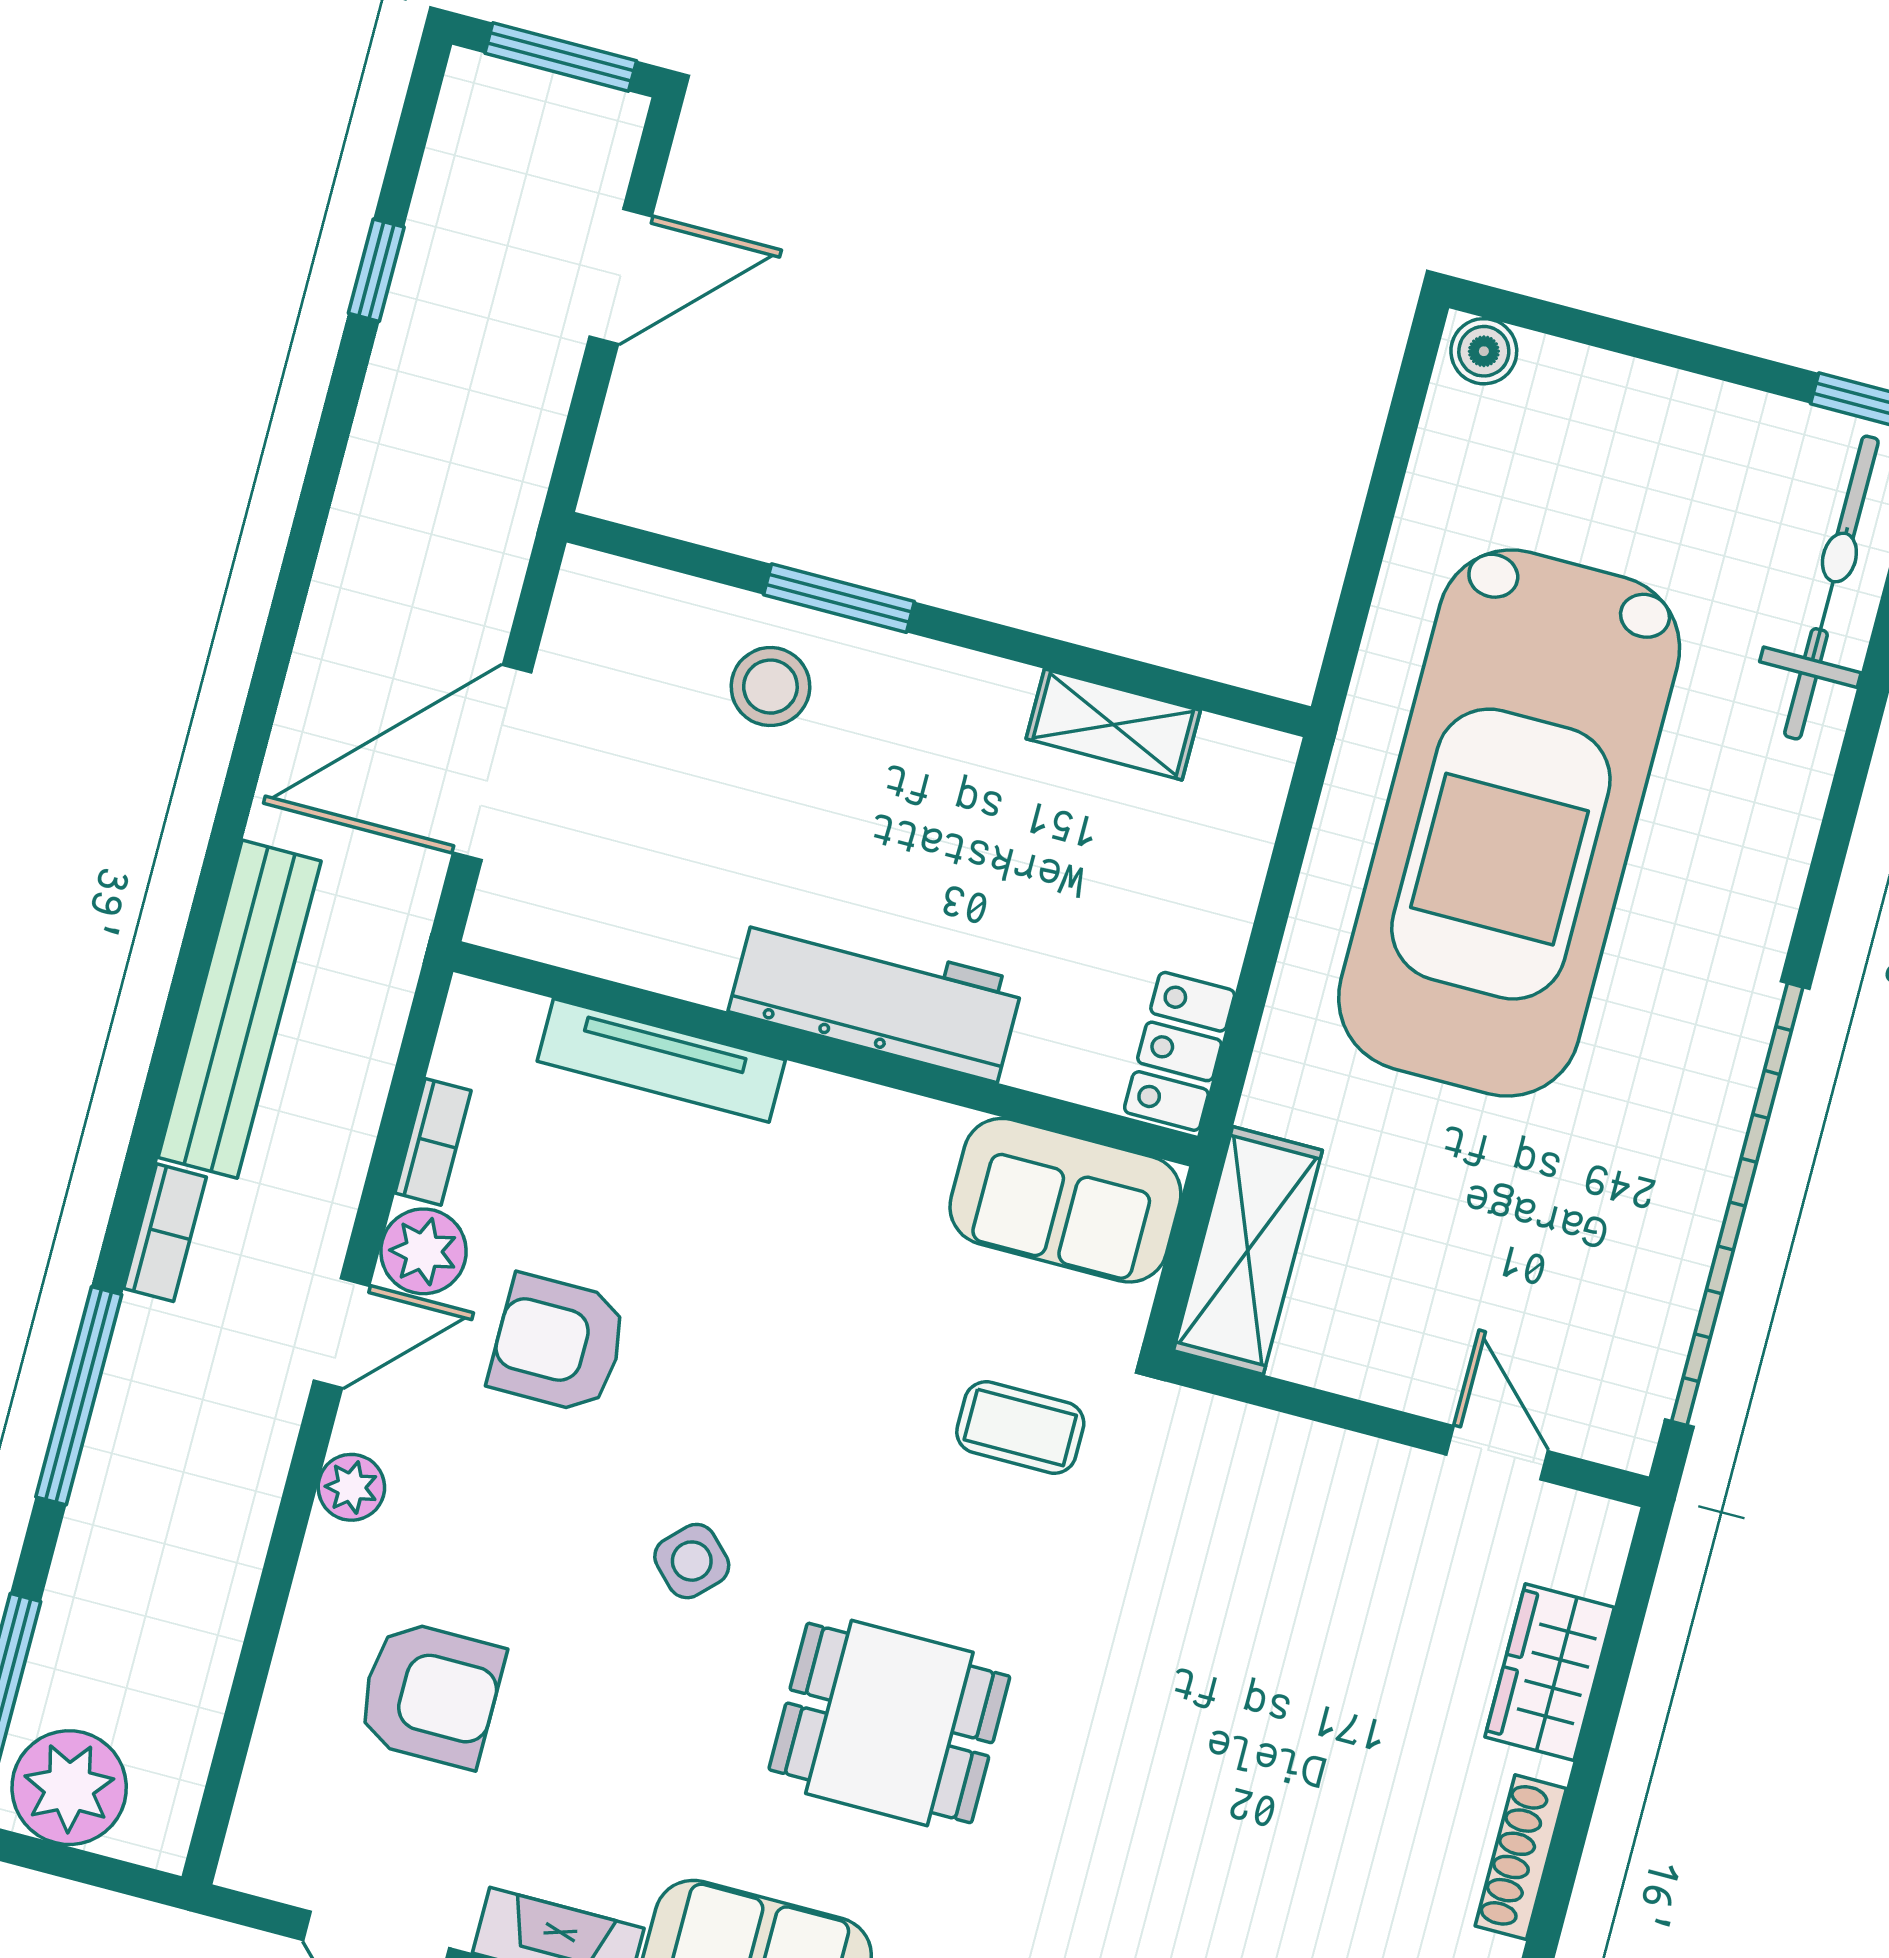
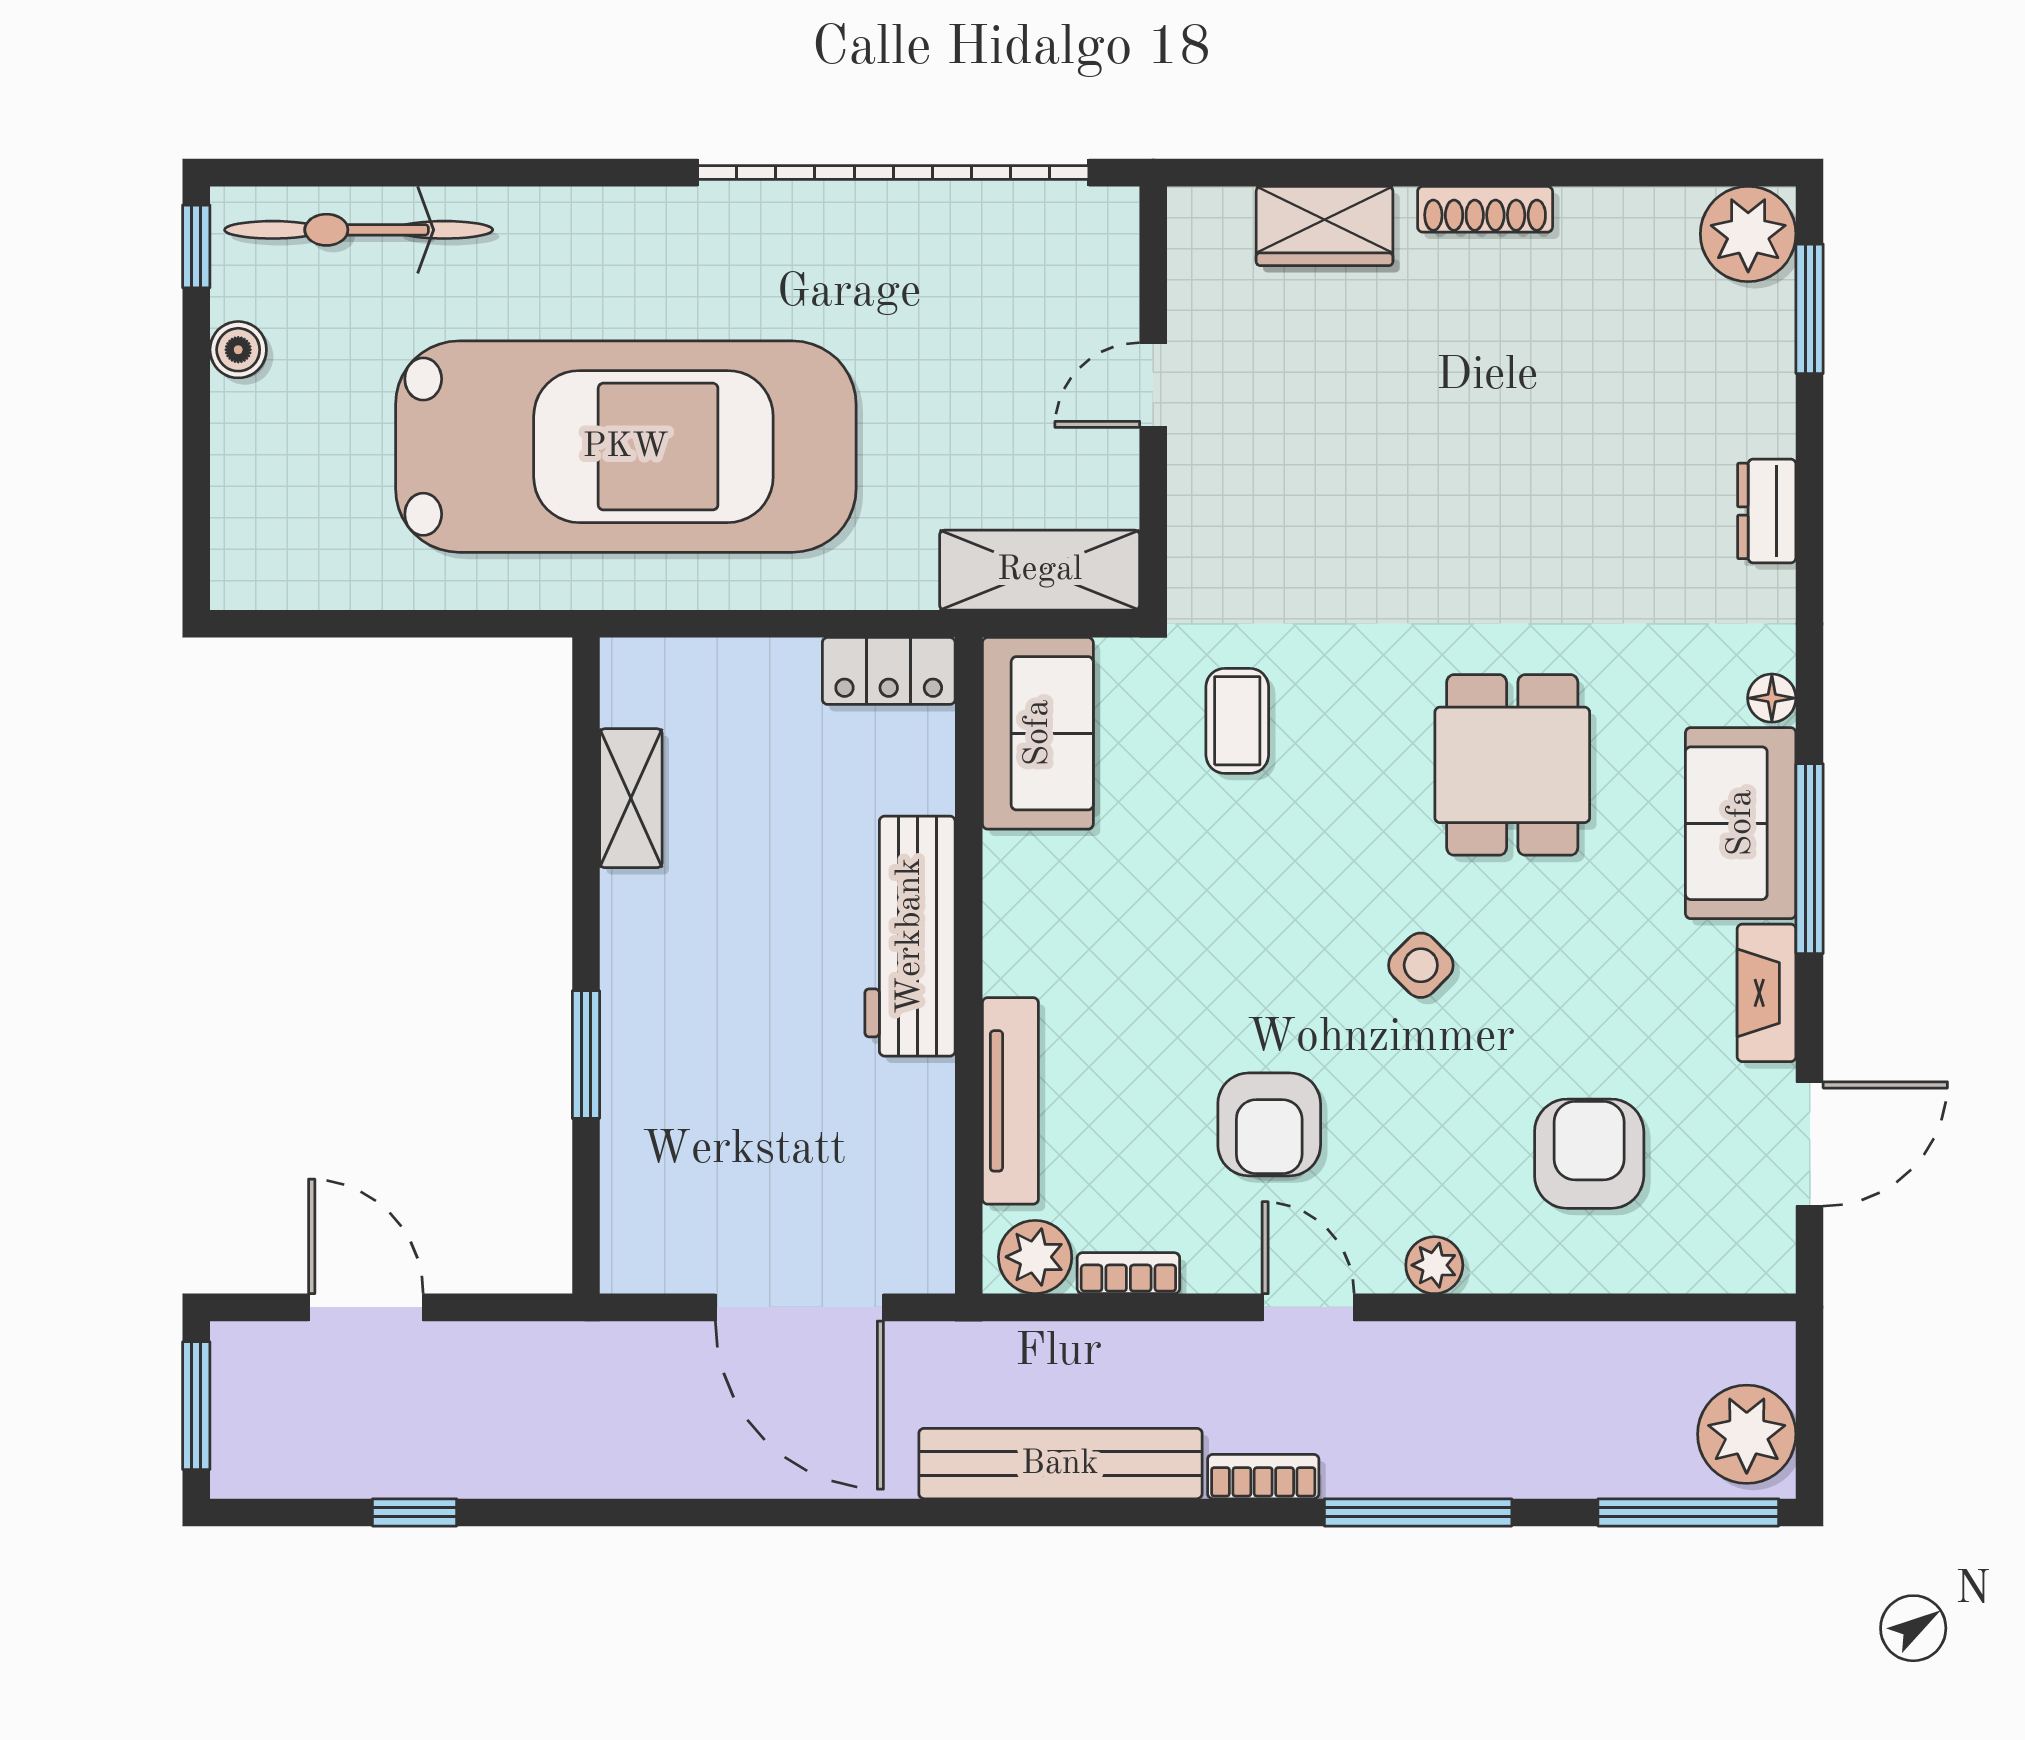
boiler: (1484, 351) -> (238, 350), moved
stool: (770, 687) -> (675, 1092), removed
plant: (423, 1251) -> (1035, 1257), moved
door: (1497, 1453) -> (1153, 385), moved

